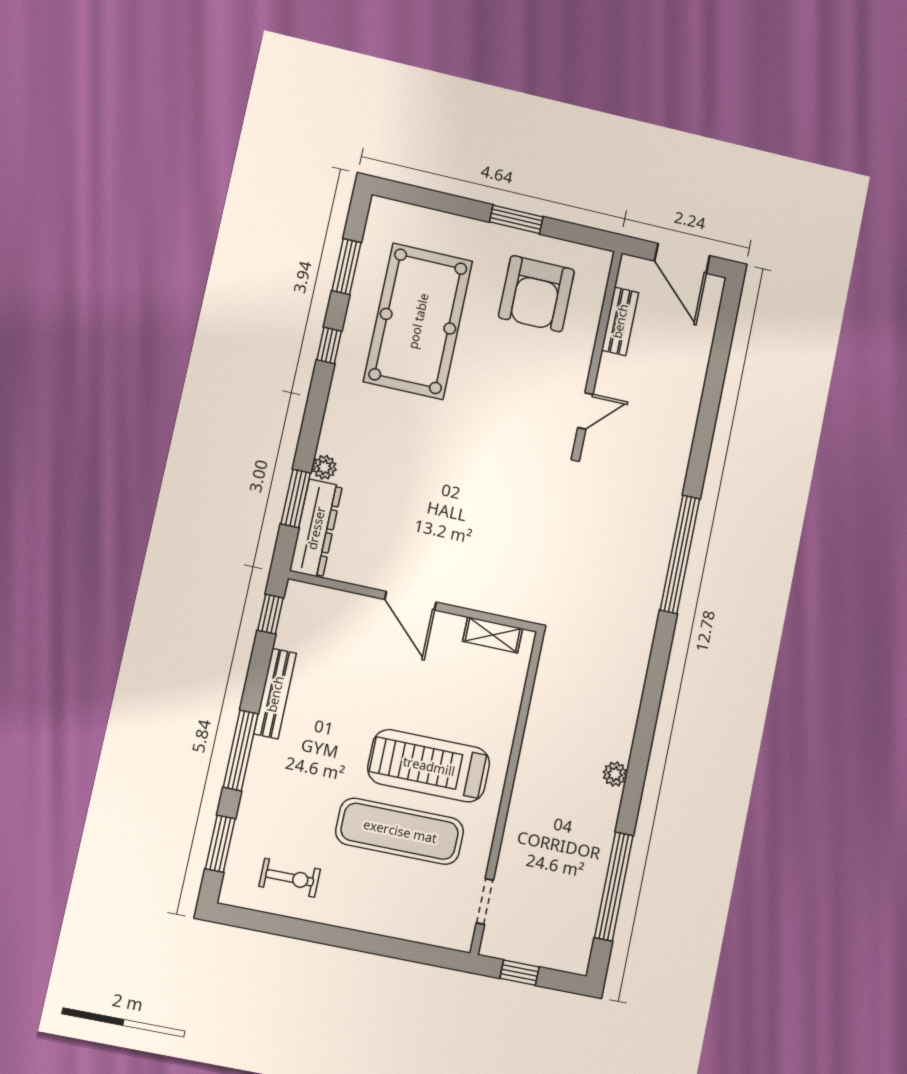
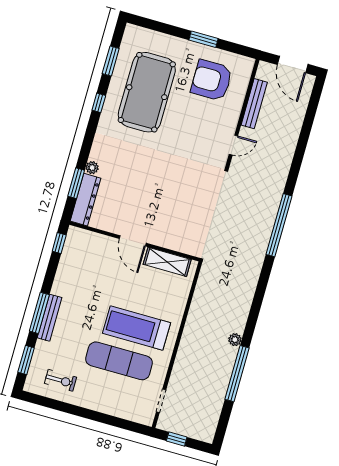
armchair: (536, 294) -> (212, 80), turned 90
bench: (620, 321) -> (254, 104), width x1.36
shelving: (493, 635) -> (167, 262), width x1.50, depth x1.33
bench: (275, 694) -> (50, 318), moved
window: (614, 887) -> (237, 374), moved

